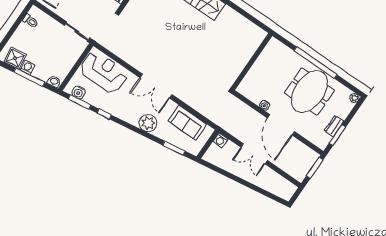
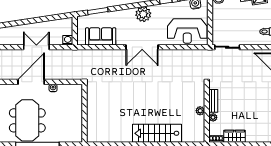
double door: (156, 86) -> (142, 47), swing flipped
plant: (148, 123) -> (143, 14), moved
door: (281, 125) -> (31, 82), hinge flipped

